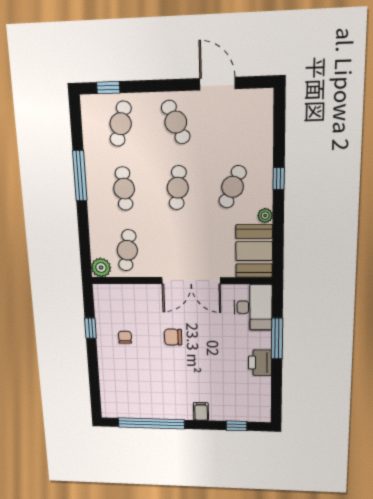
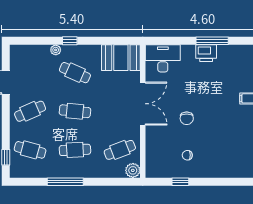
plant: (265, 216) -> (56, 50), moved
cafe table: (127, 250) -> (120, 150), turned -30
window: (277, 339) -> (212, 41), moved

